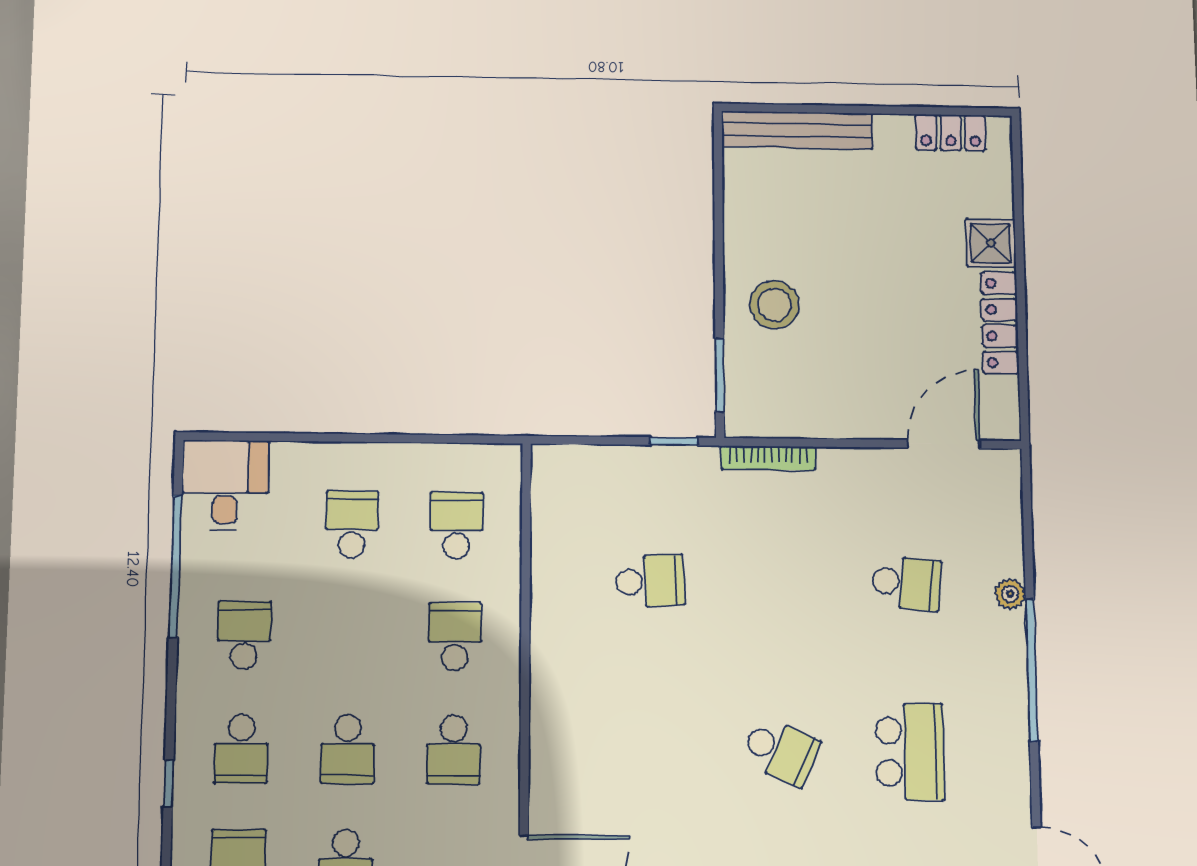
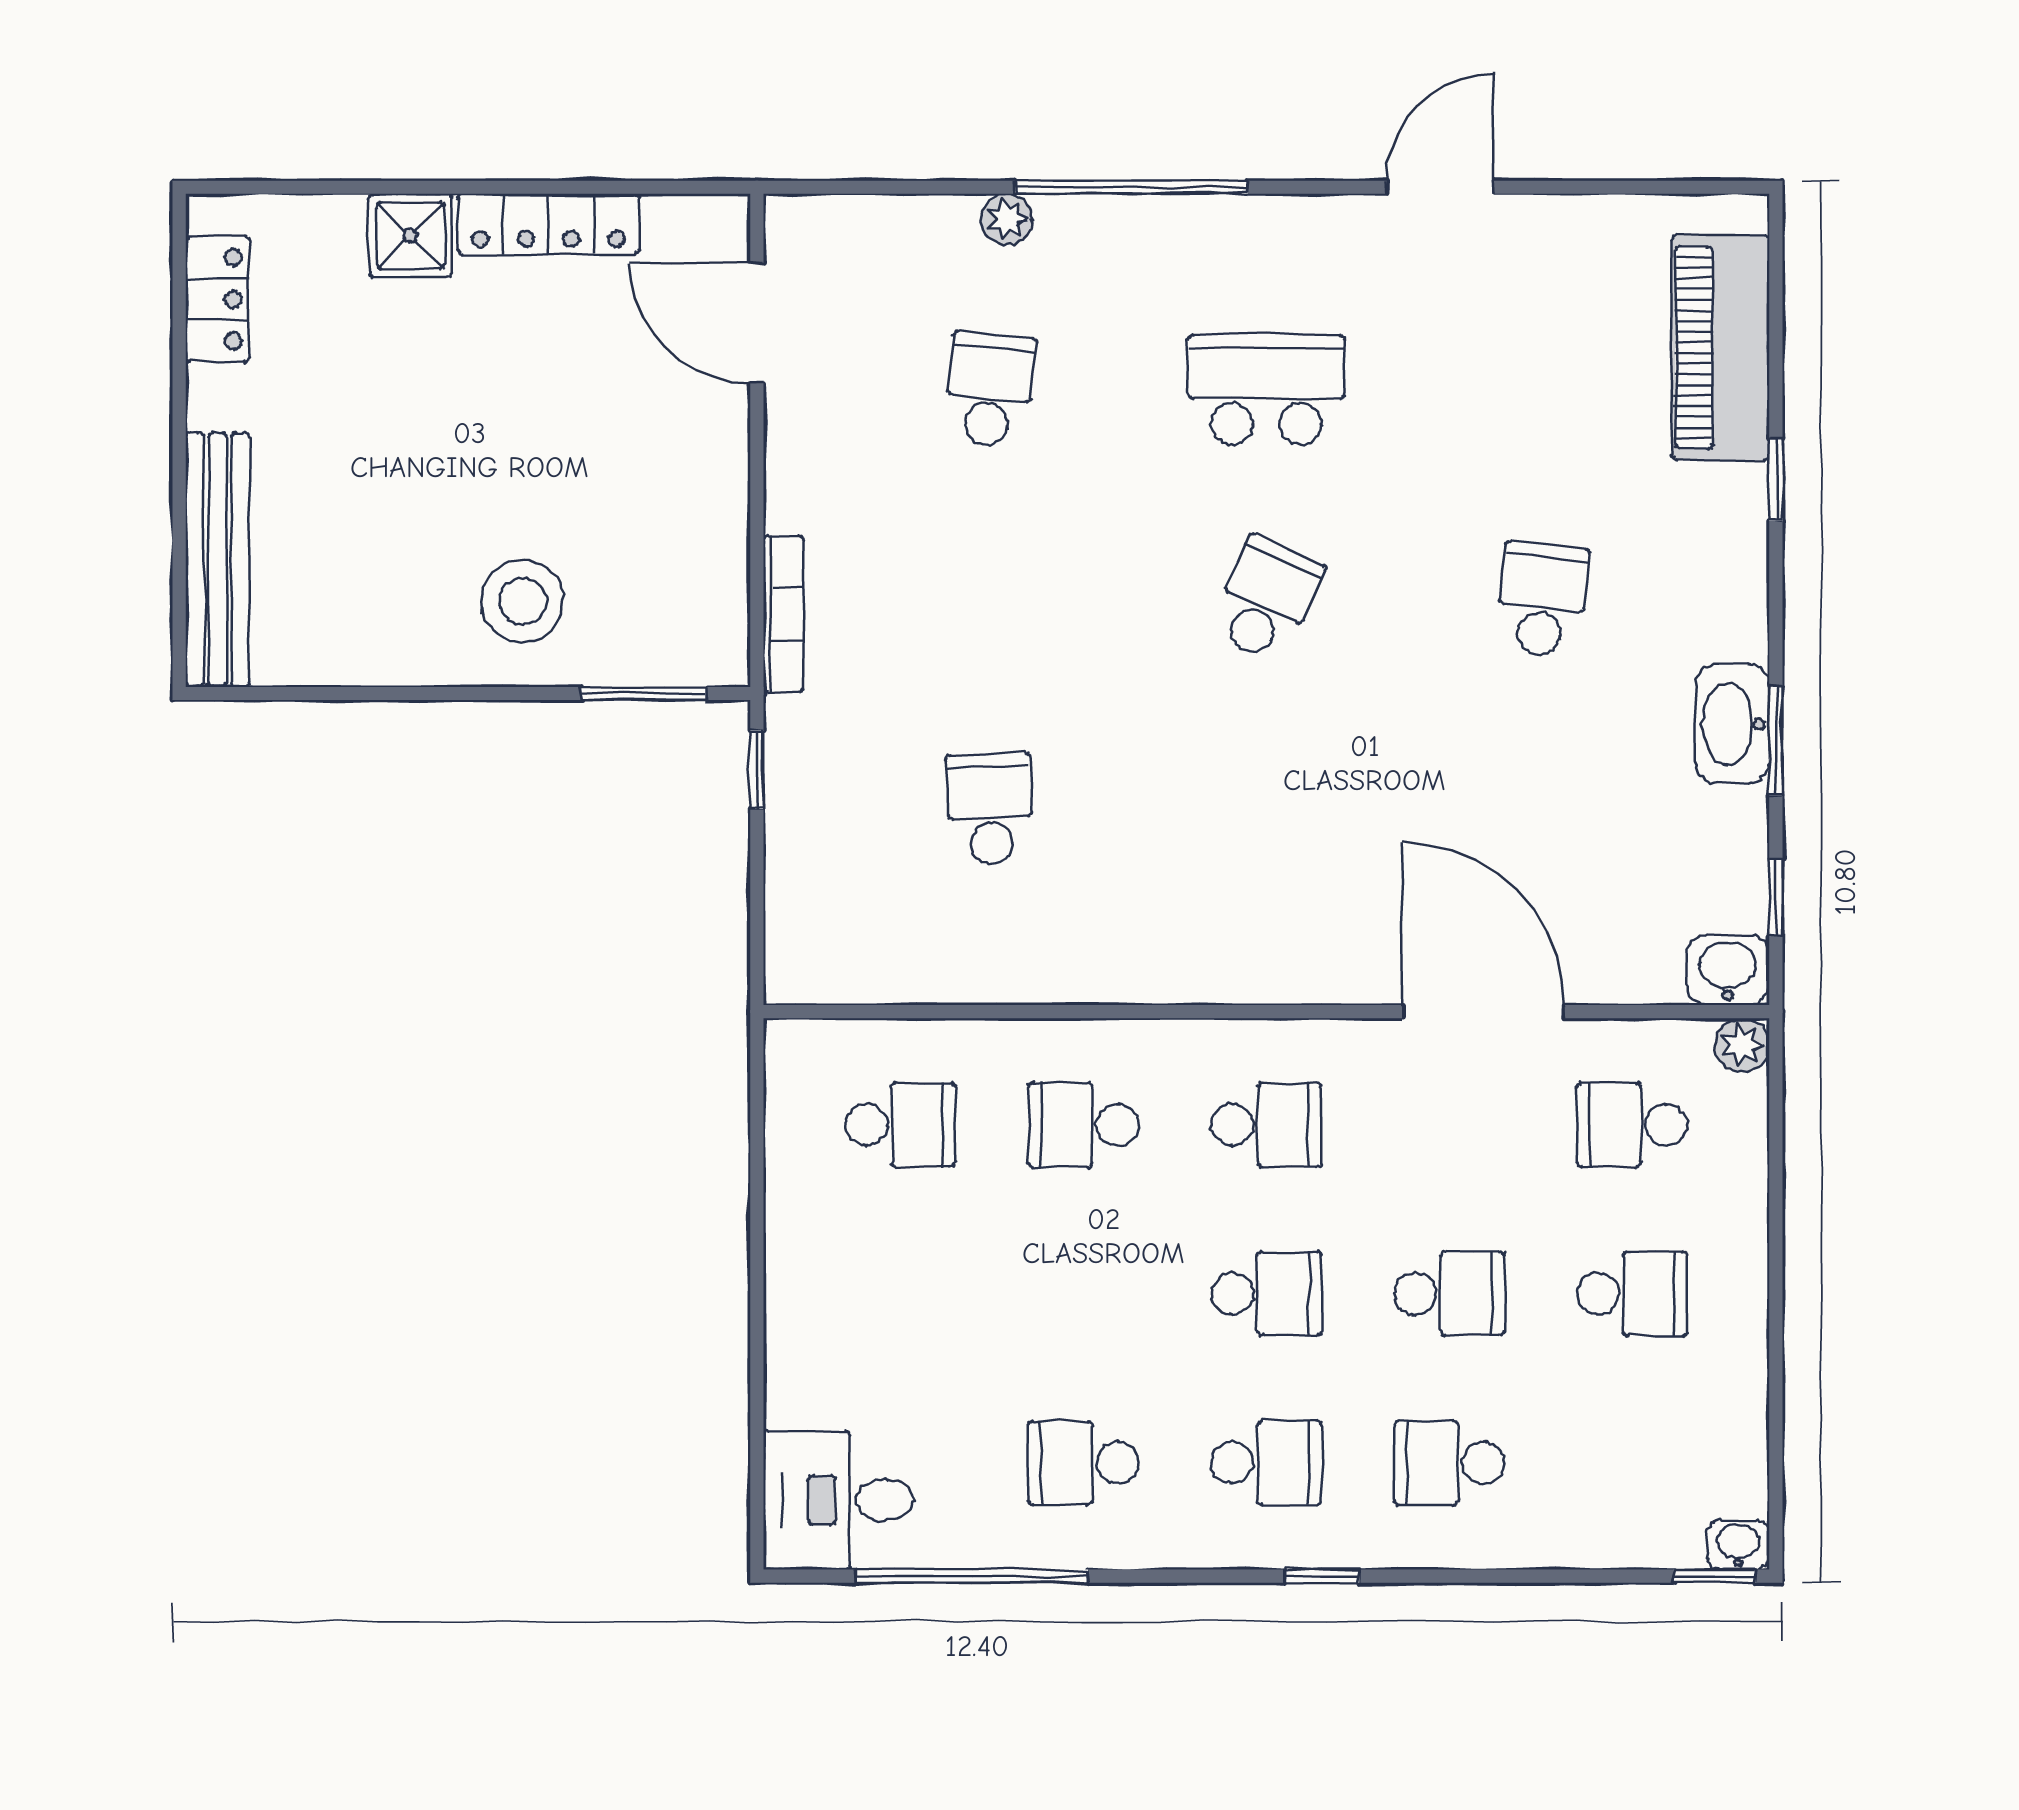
school desk: (352, 524) -> (901, 1294), removed
school desk: (456, 525) -> (901, 1125), turned 180

